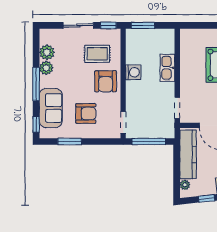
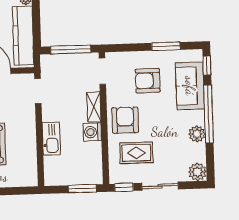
plant: (47, 52) -> (197, 172), moved
window: (36, 84) -> (208, 114), width x1.46
shelving: (131, 93) -> (94, 107), added

